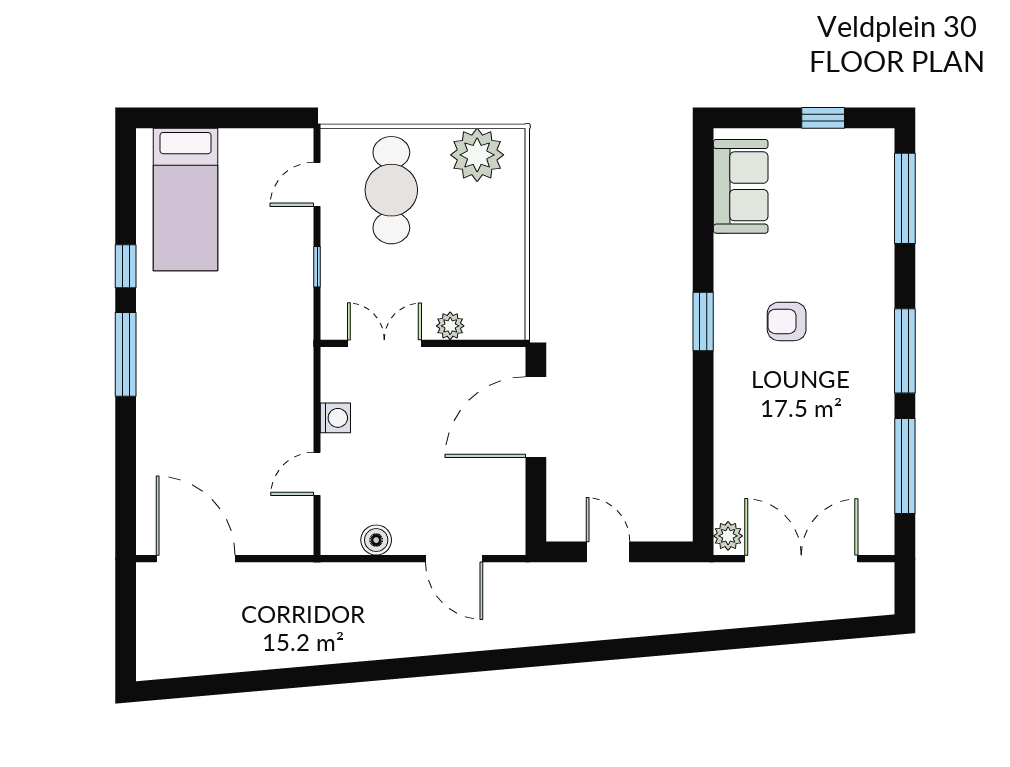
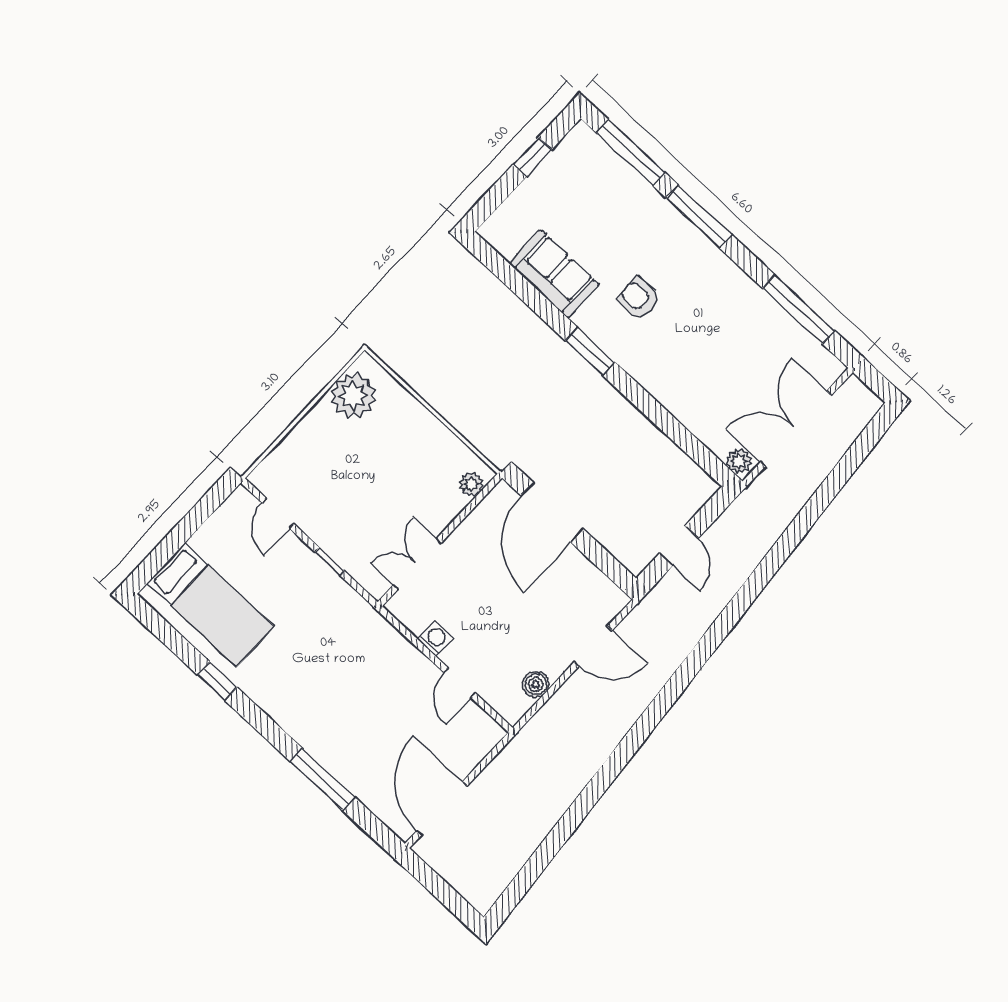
sofa: (741, 186) -> (554, 274), moved
cafe table: (391, 190) -> (325, 470), removed
armchair: (787, 321) -> (639, 299), turned 90
plant: (450, 326) -> (471, 484), moved
window: (905, 351) -> (699, 216), moved
window: (126, 354) -> (323, 779), moved
door: (608, 552) -> (679, 546), swing flipped
door: (196, 559) -> (442, 808), hinge flipped

